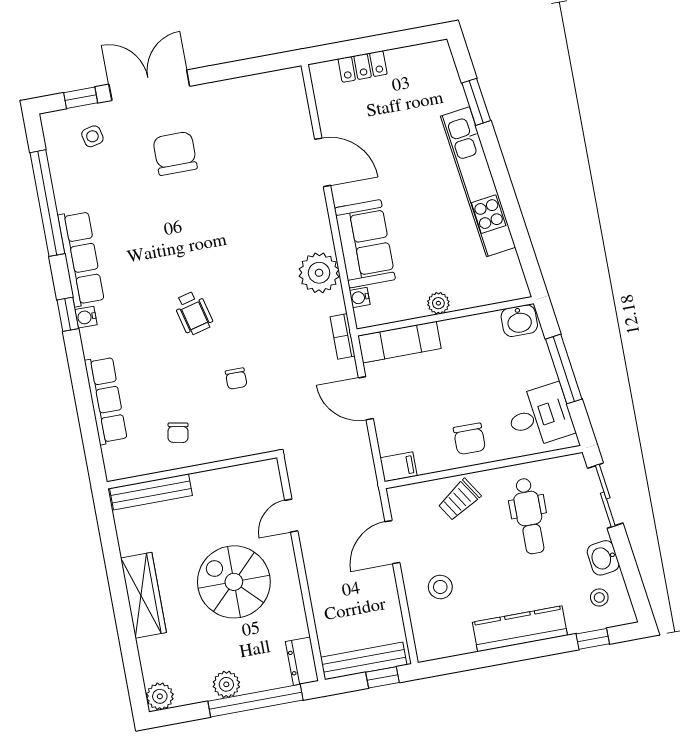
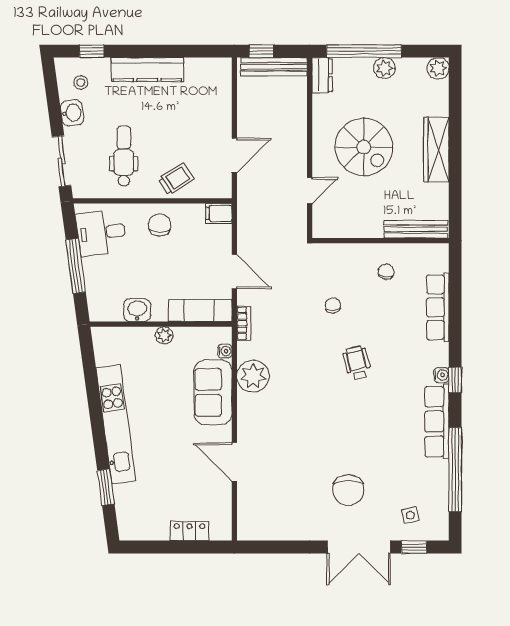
washbasin: (519, 321) -> (137, 310), moved
stool: (440, 587) -> (203, 113), removed

